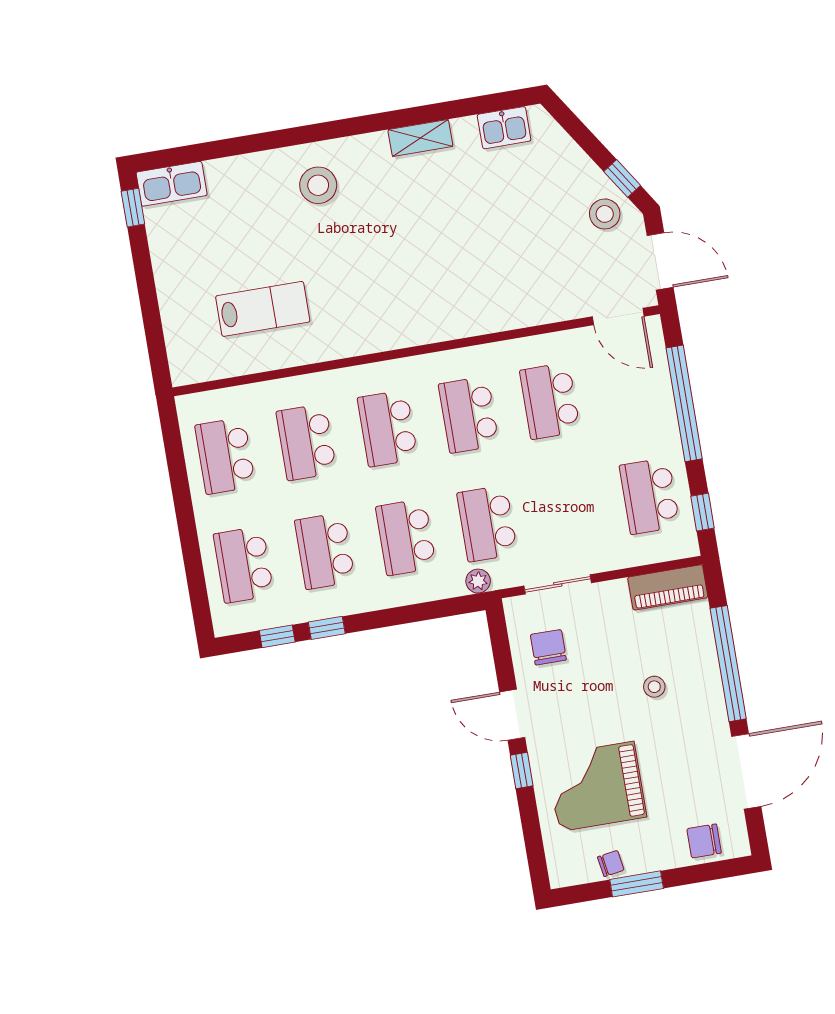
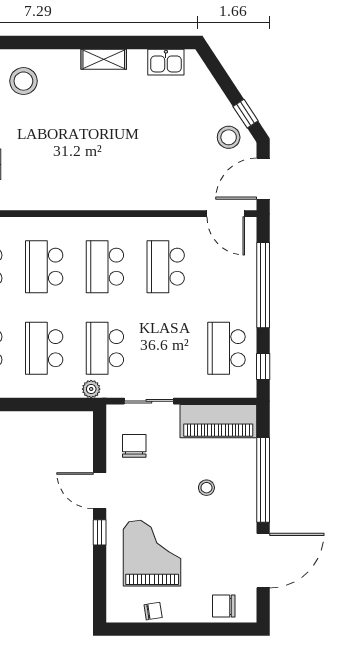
door: (660, 261) -> (263, 179), swing flipped
piano: (668, 587) -> (218, 421), width x1.37, depth x1.33
grand piano: (596, 786) -> (152, 553), turned 90
window: (637, 884) -> (169, 629), removed

